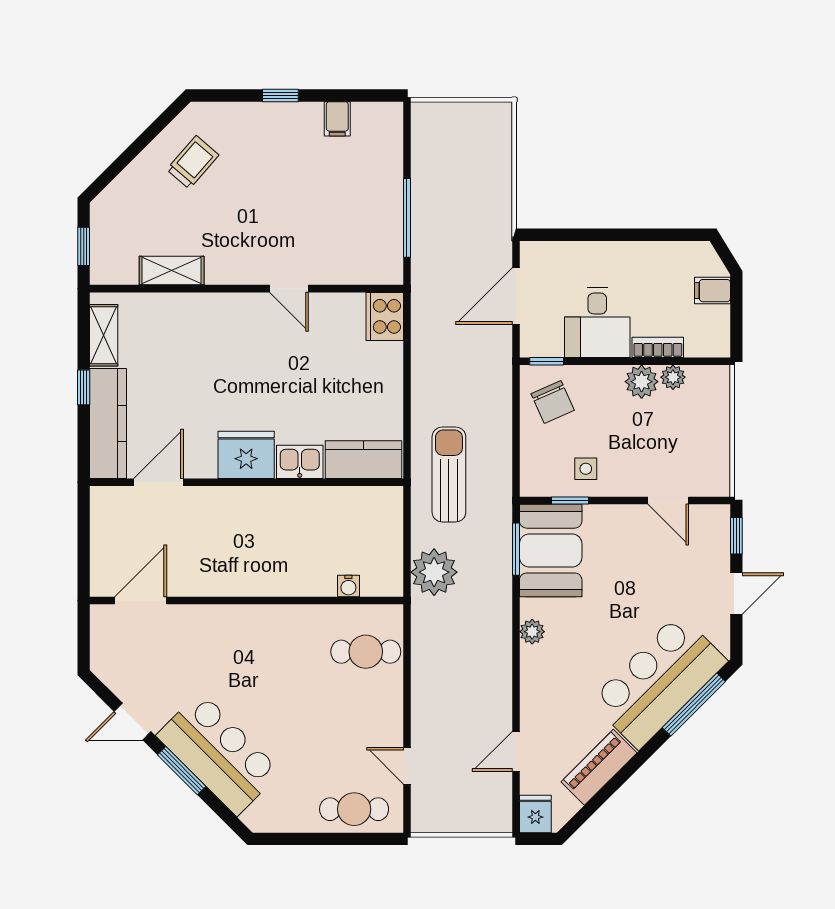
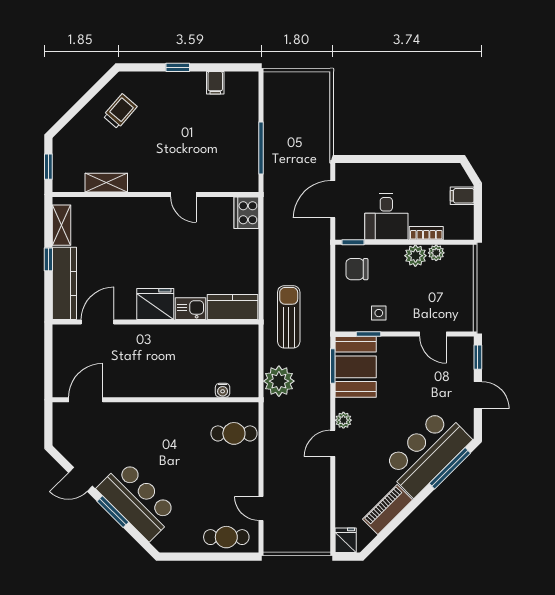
chair: (553, 402) -> (357, 269), turned 114
door: (736, 593) -> (478, 395), hinge flipped
door: (516, 751) -> (333, 443), moved

